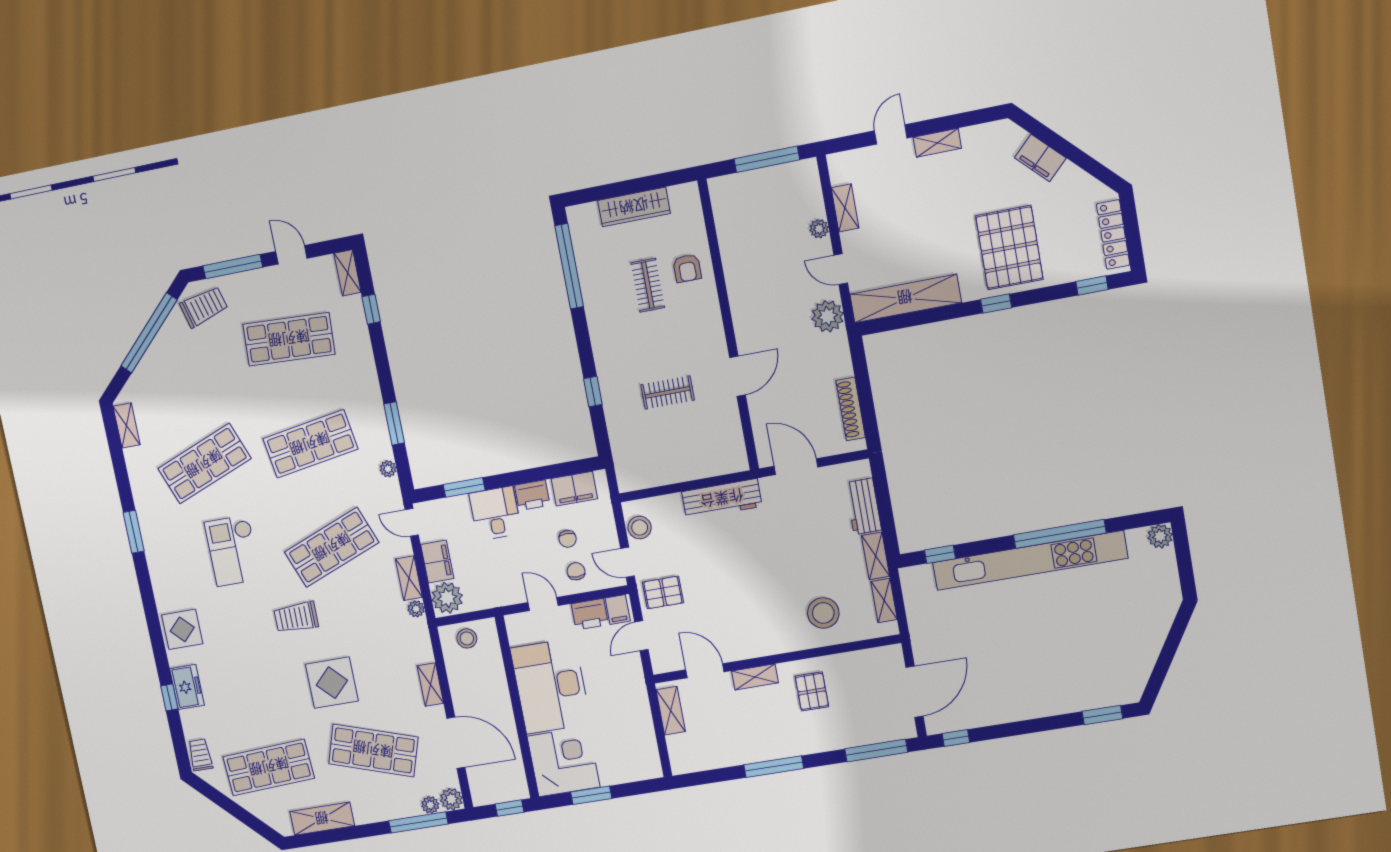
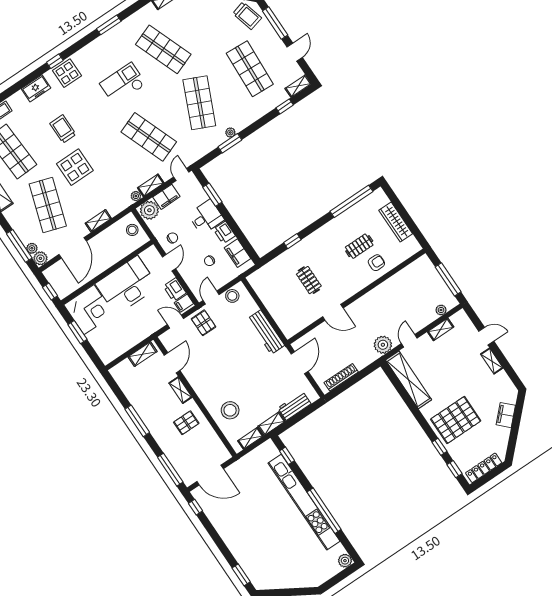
plant: (819, 229) -> (441, 310), moved
armchair: (687, 268) -> (376, 263), turned 180
window: (996, 303) -> (439, 447), moved
shop shelf: (310, 444) -> (199, 103), turned 33
plant: (388, 469) -> (230, 132), moved
chair: (576, 571) -> (172, 238), moved
trolley: (296, 617) -> (63, 129), moved
window: (169, 697) -> (55, 61), moved

